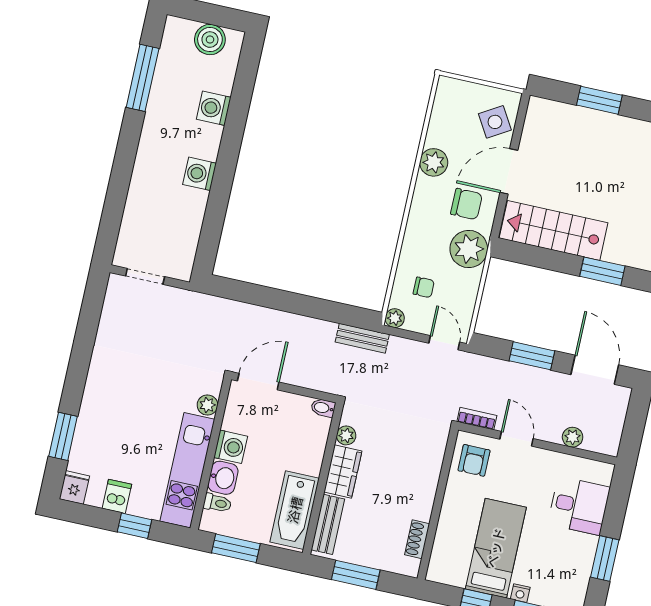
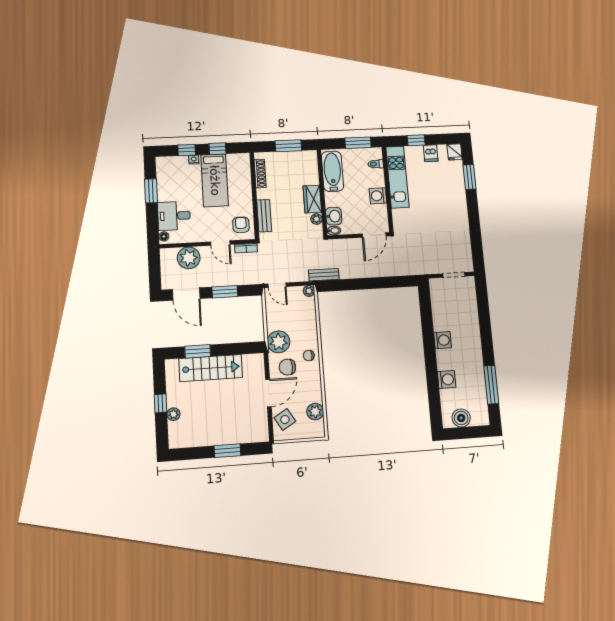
plant: (434, 162) -> (315, 412), moved
stairs: (554, 230) -> (211, 368), moved
chair: (424, 287) -> (309, 356), moved
plant: (207, 405) -> (398, 215), removed
plant: (573, 437) -> (189, 258), width x1.87, depth x1.87
floor lamp: (605, 476) -> (164, 236), added
washbasin: (223, 478) -> (334, 216), moved, turned 180
bench: (328, 524) -> (264, 216), moved
shoe rack: (417, 539) -> (260, 174), width x1.43

